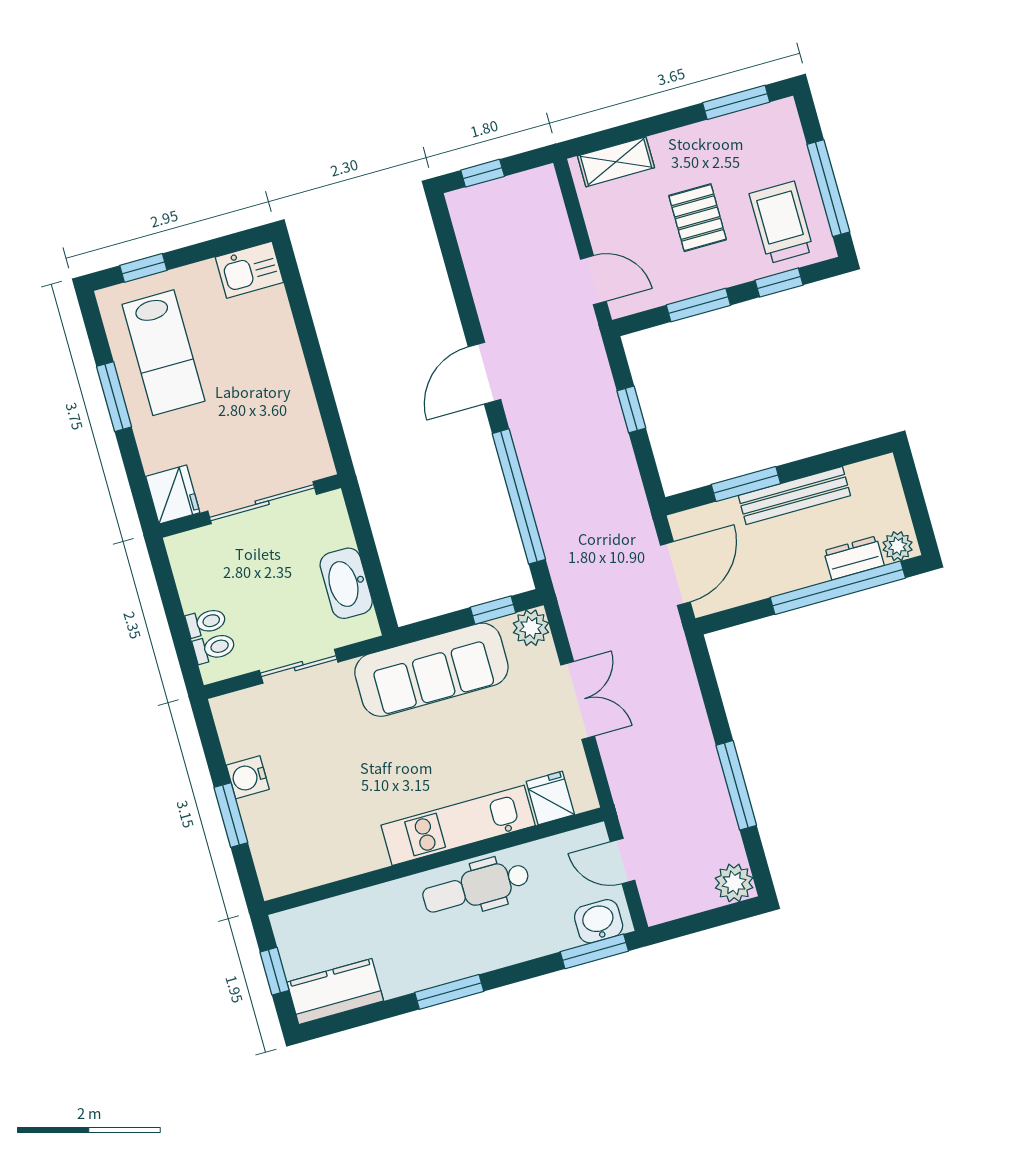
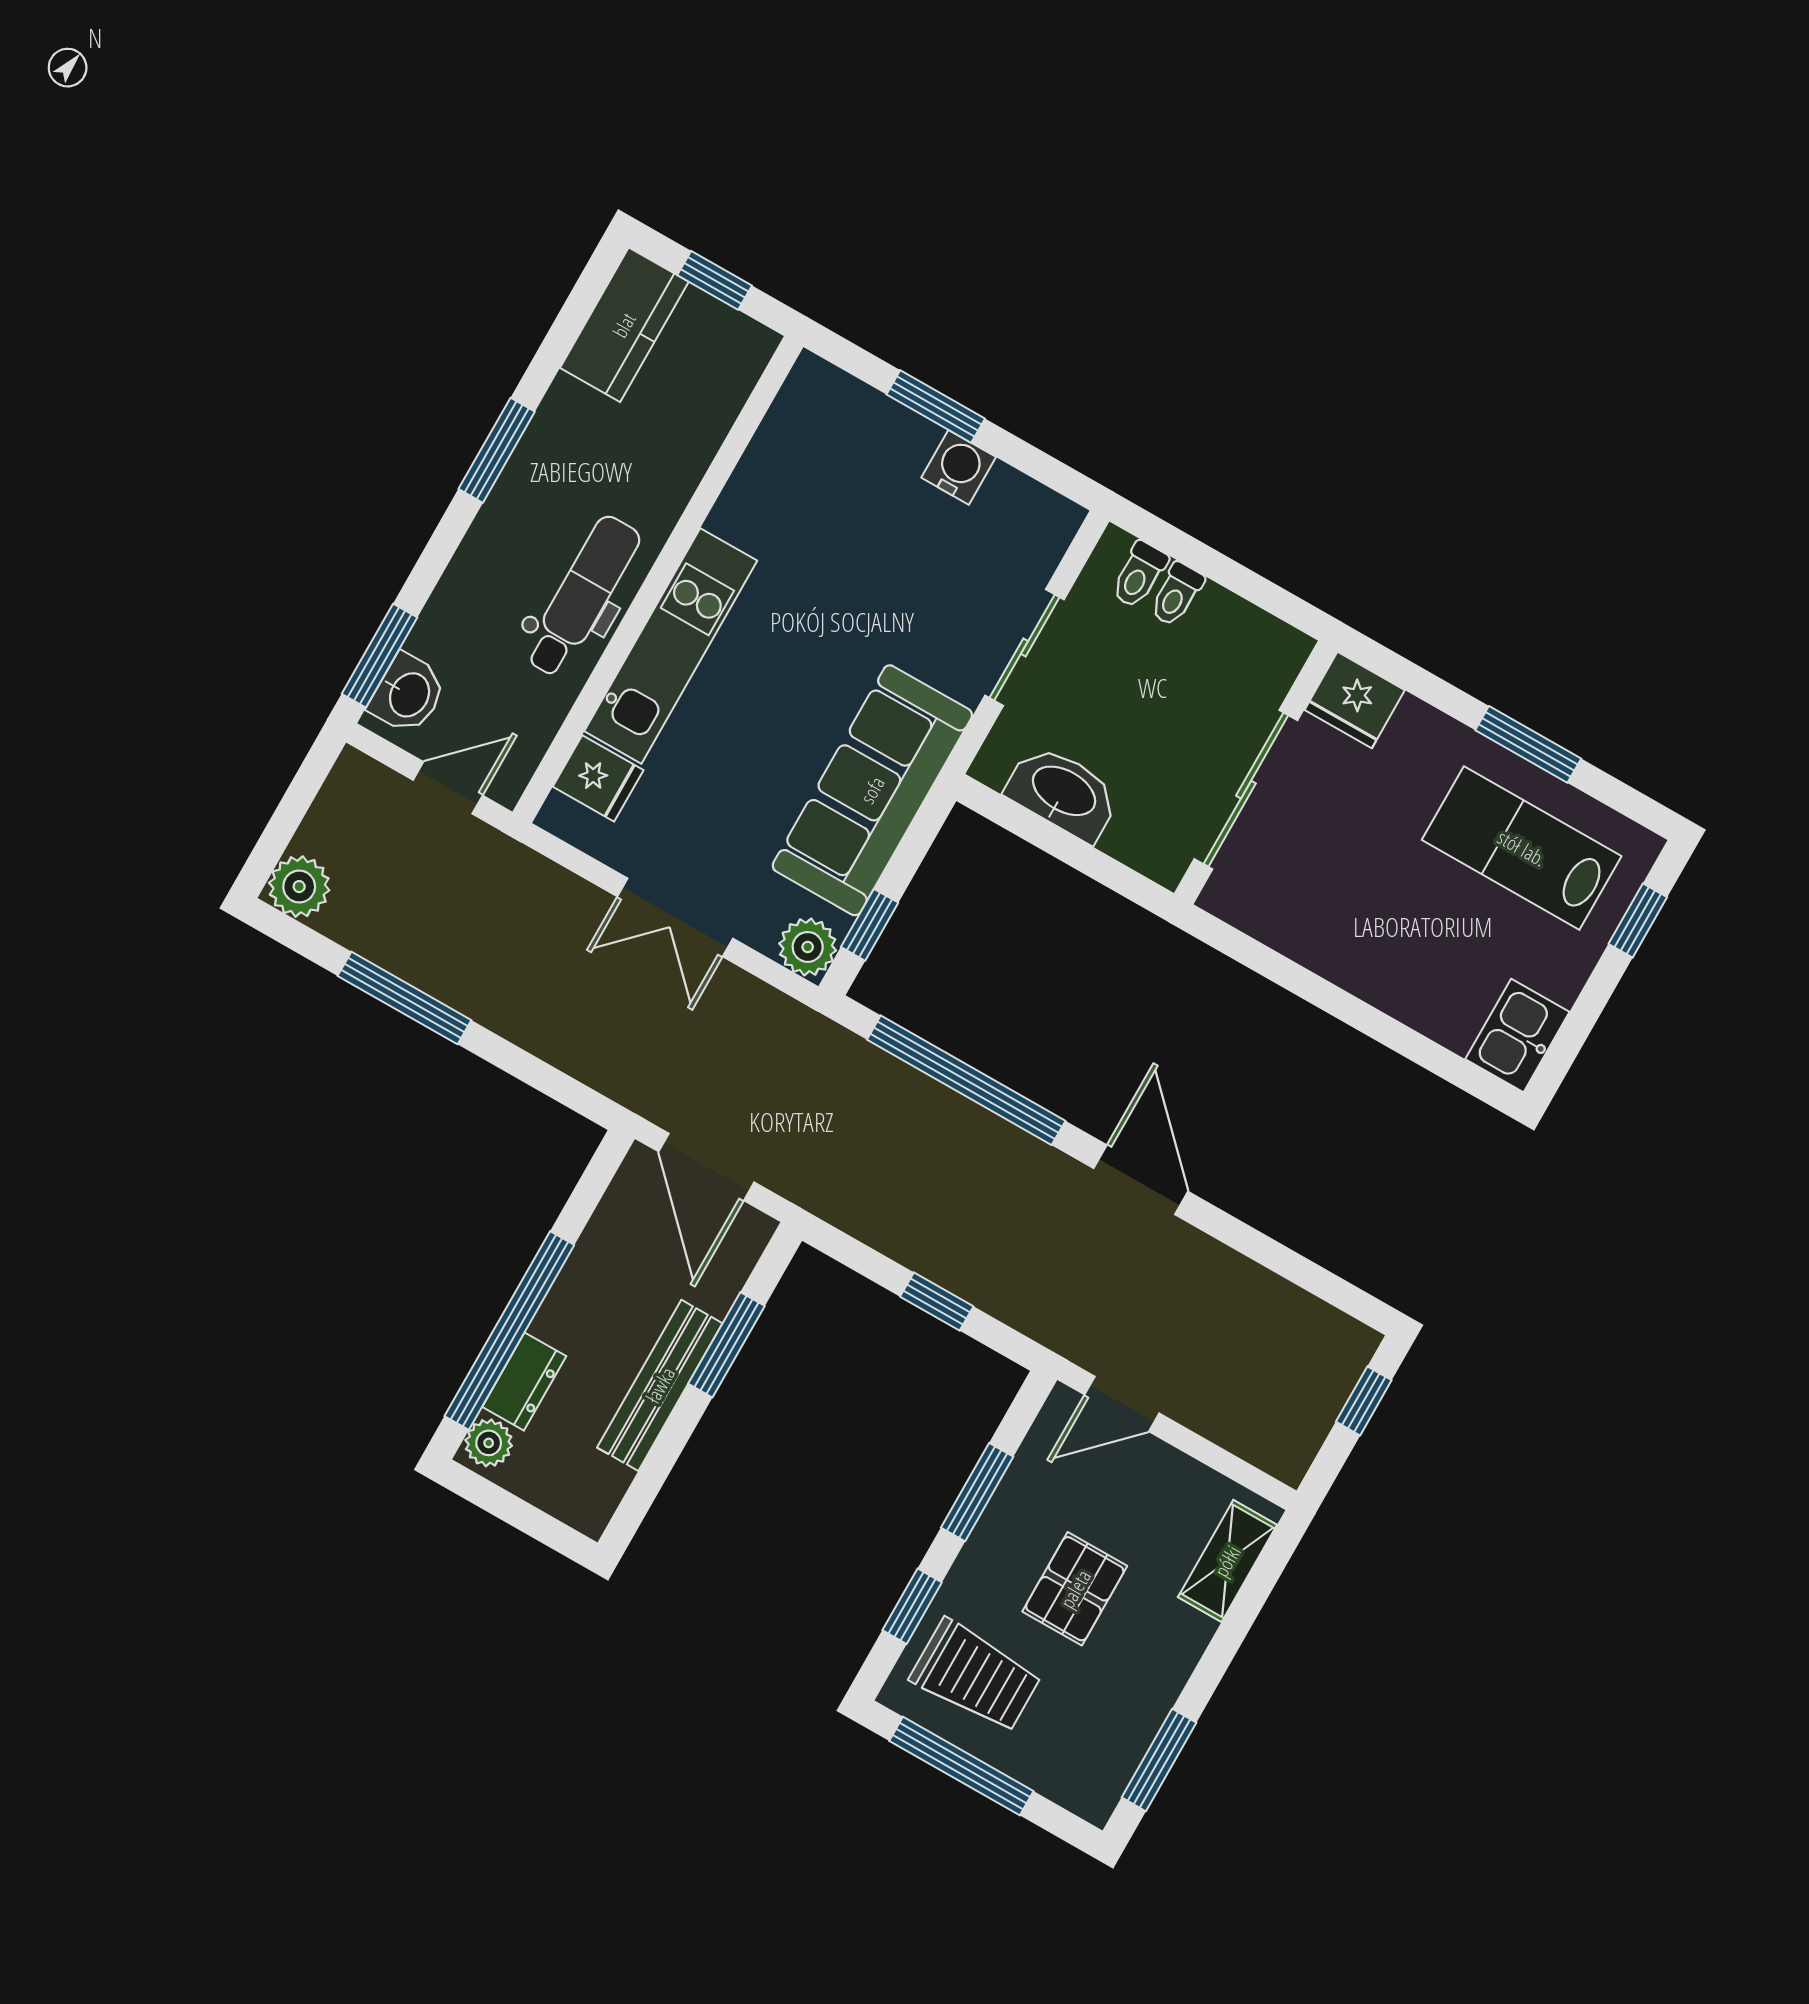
pallet: (698, 218) -> (1075, 1589), turned 90

